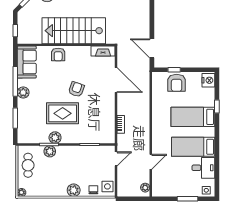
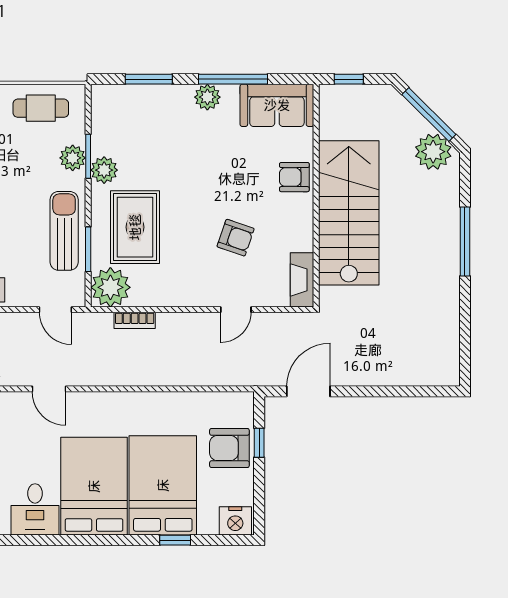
door: (116, 80) -> (236, 310), width x0.53
armchair: (76, 89) -> (236, 238), moved
rug: (63, 113) -> (135, 227), moved
bed: (193, 117) -> (163, 485), width x1.50
plant: (106, 135) -> (110, 287), added
bed: (193, 147) -> (94, 486), width x1.50
sun lounger: (82, 155) -> (64, 231), added

